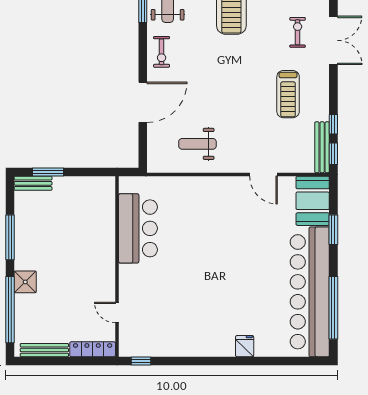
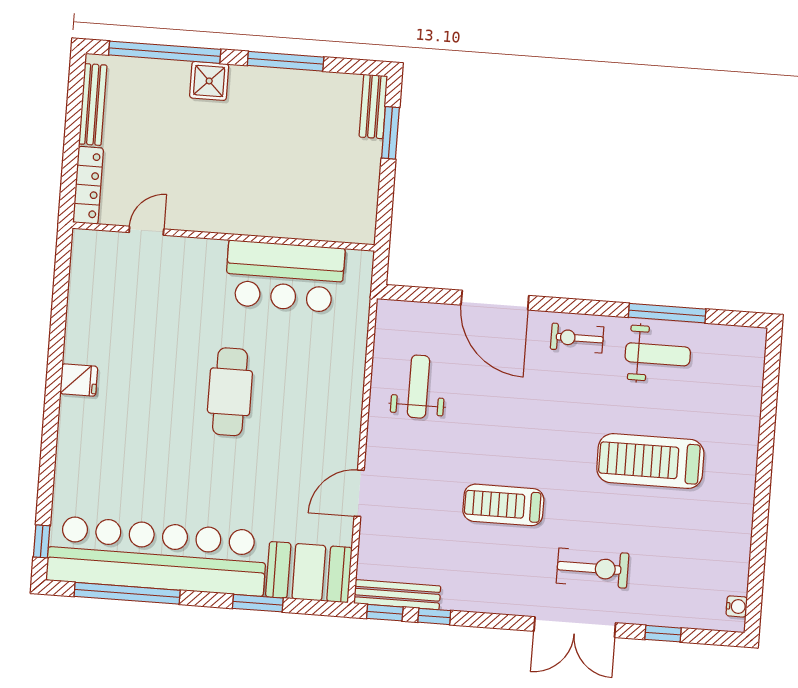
exercise bike: (298, 32) -> (593, 568), width x1.38, depth x1.39
treadmill: (288, 94) -> (503, 505), moved
cafe table: (209, 256) -> (230, 392), added
fridge: (245, 346) -> (79, 380), moved
window: (141, 361) -> (42, 541), moved

